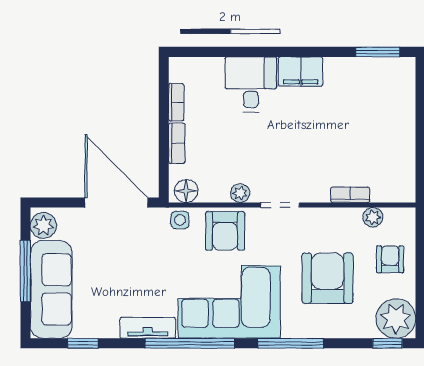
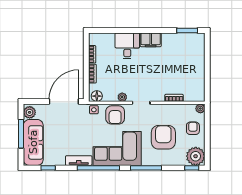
door: (116, 203) -> (64, 102), hinge flipped
plant: (373, 217) -> (200, 108), moved

